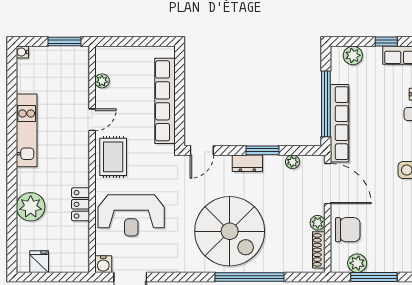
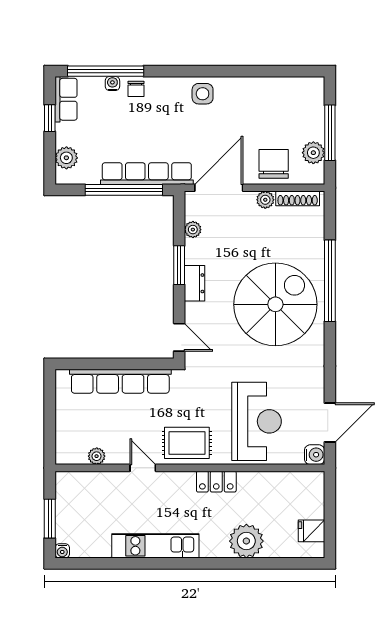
window: (65, 42) -> (50, 519), moved
locker: (81, 204) -> (216, 482), moved

